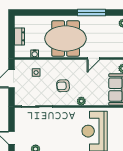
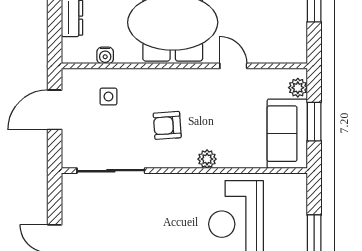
door: (93, 58) -> (233, 66), swing flipped

